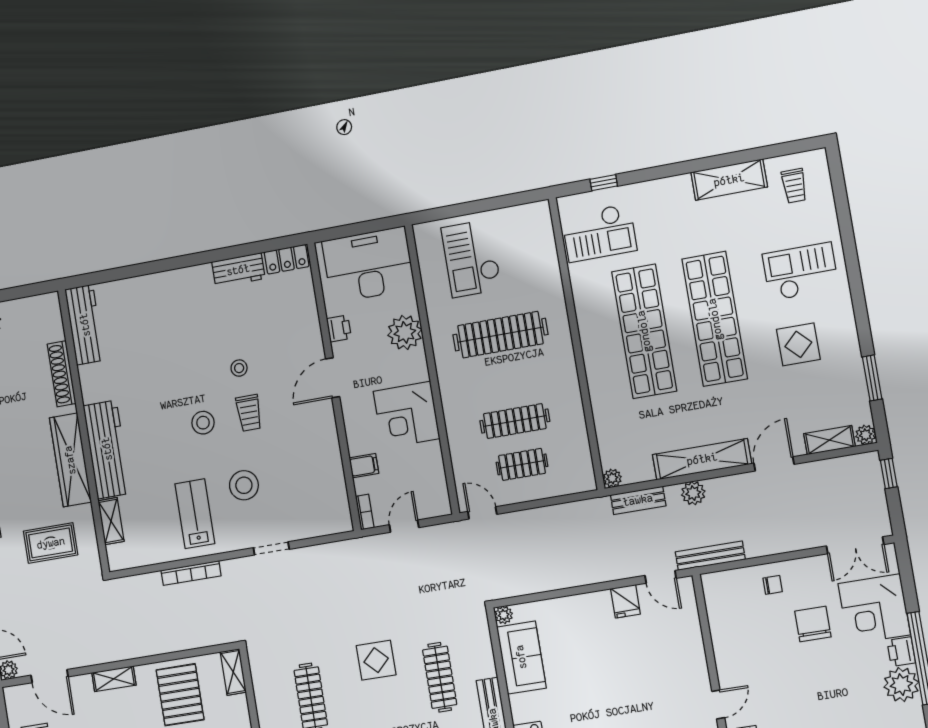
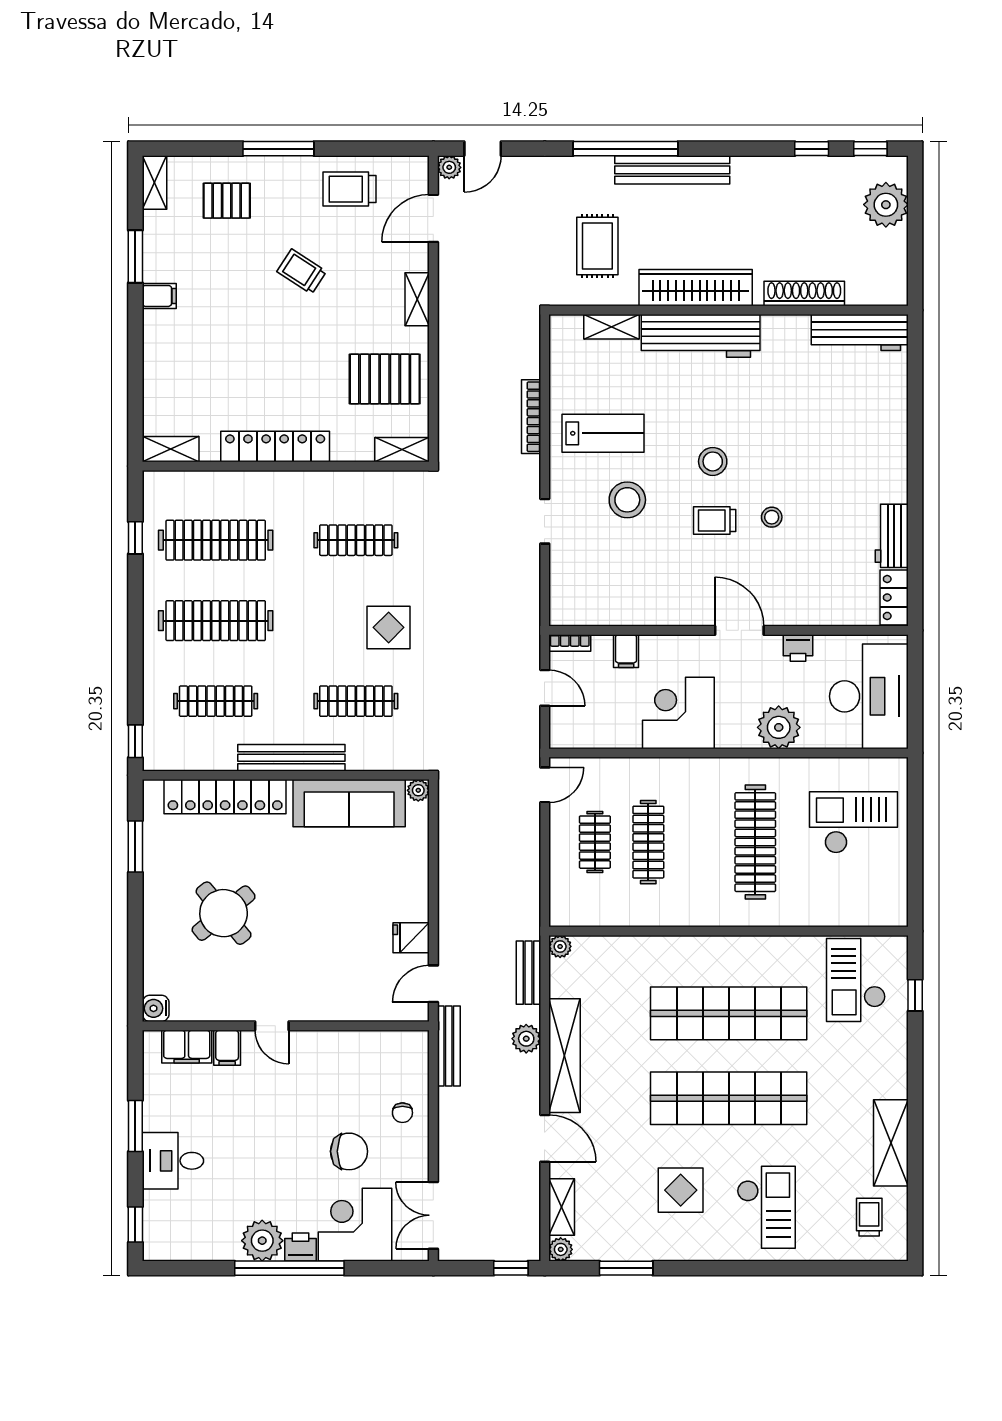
trolley: (794, 186) -> (869, 1217), turned 90
sofa: (521, 657) -> (349, 803), width x1.36

